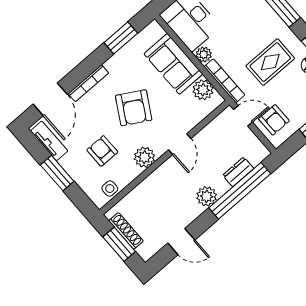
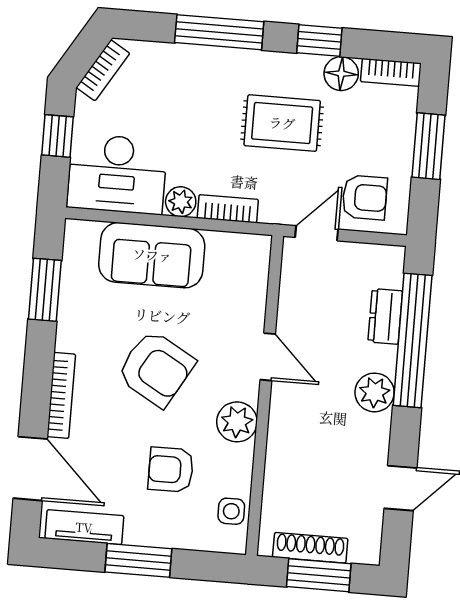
rug: (270, 62) -> (282, 123), turned 90
bookcase: (224, 81) -> (228, 209), width x0.64
plant: (203, 90) -> (227, 251), removed

